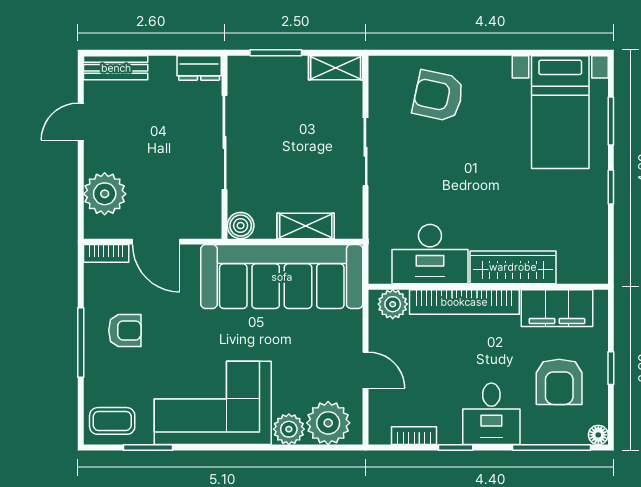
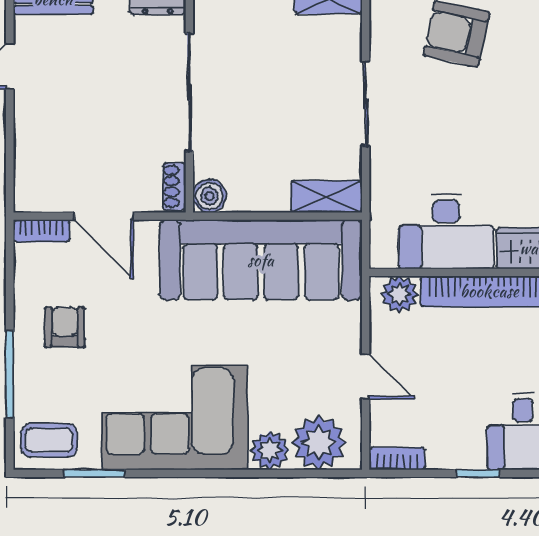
plant: (105, 194) -> (40, 156), removed
shoe rack: (213, 218) -> (174, 186), added
shelving: (306, 226) -> (326, 197), moved
armchair: (125, 330) -> (65, 327), turned -90
window: (81, 342) -> (10, 374), moved
bookcase: (414, 436) -> (397, 459), moved

